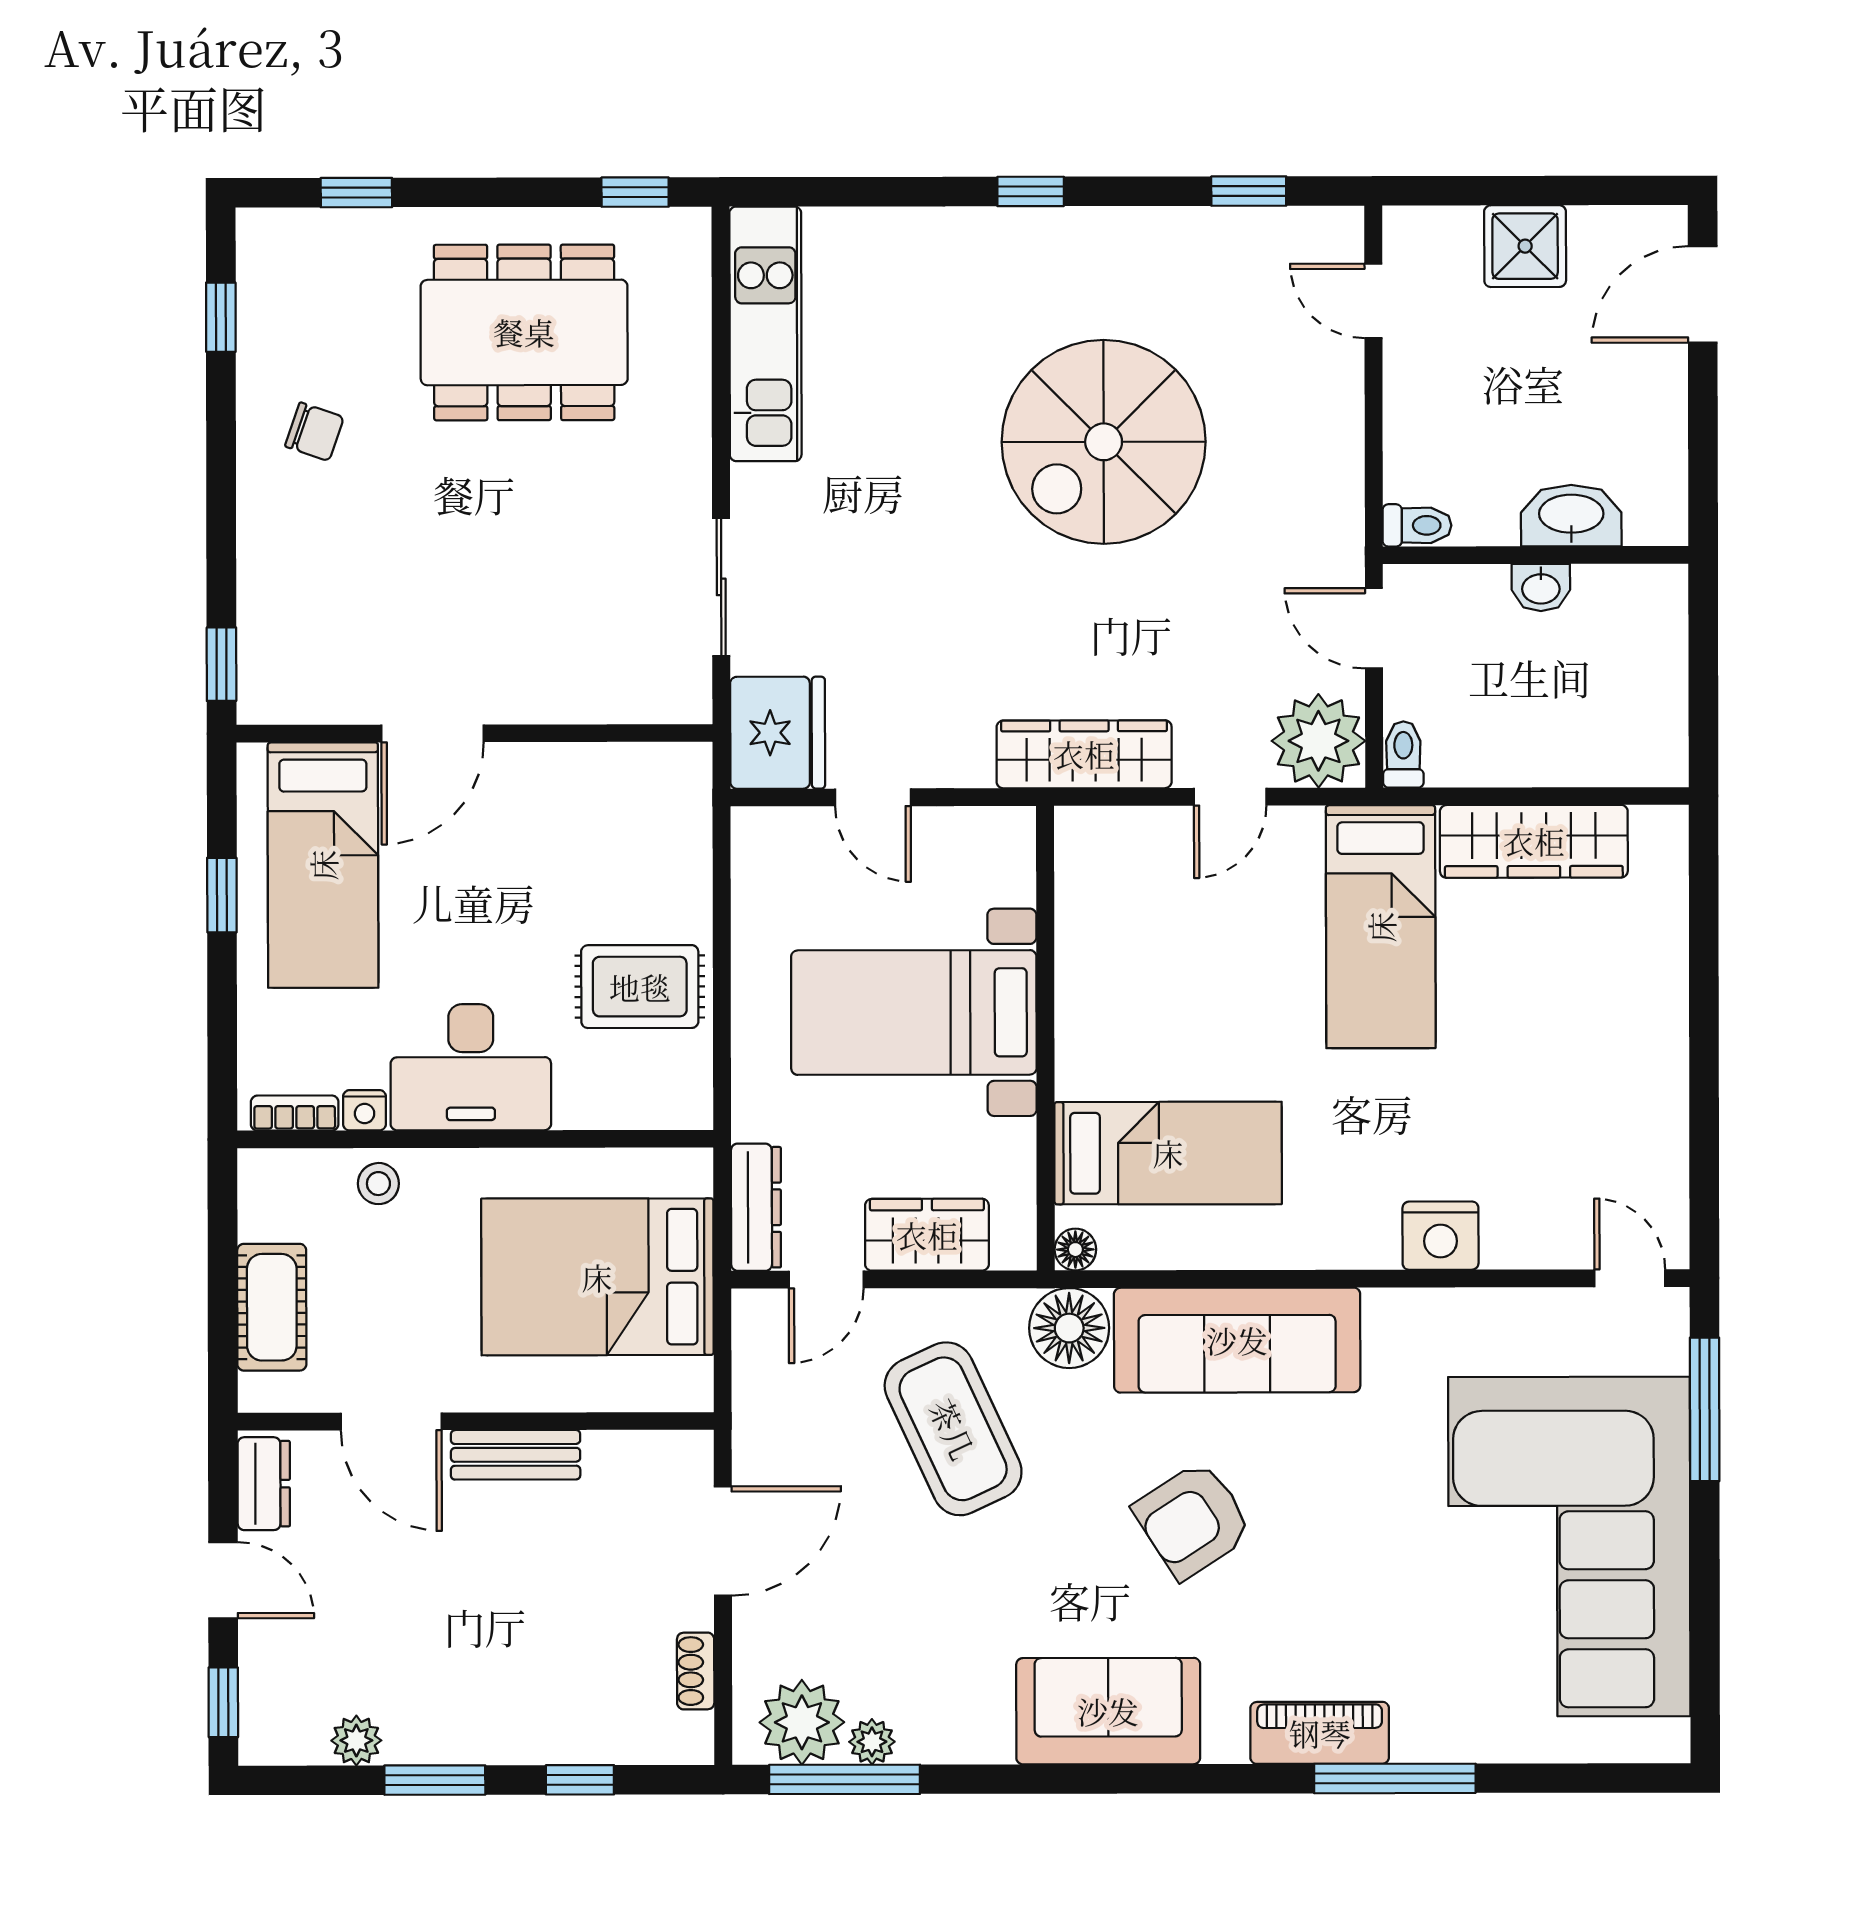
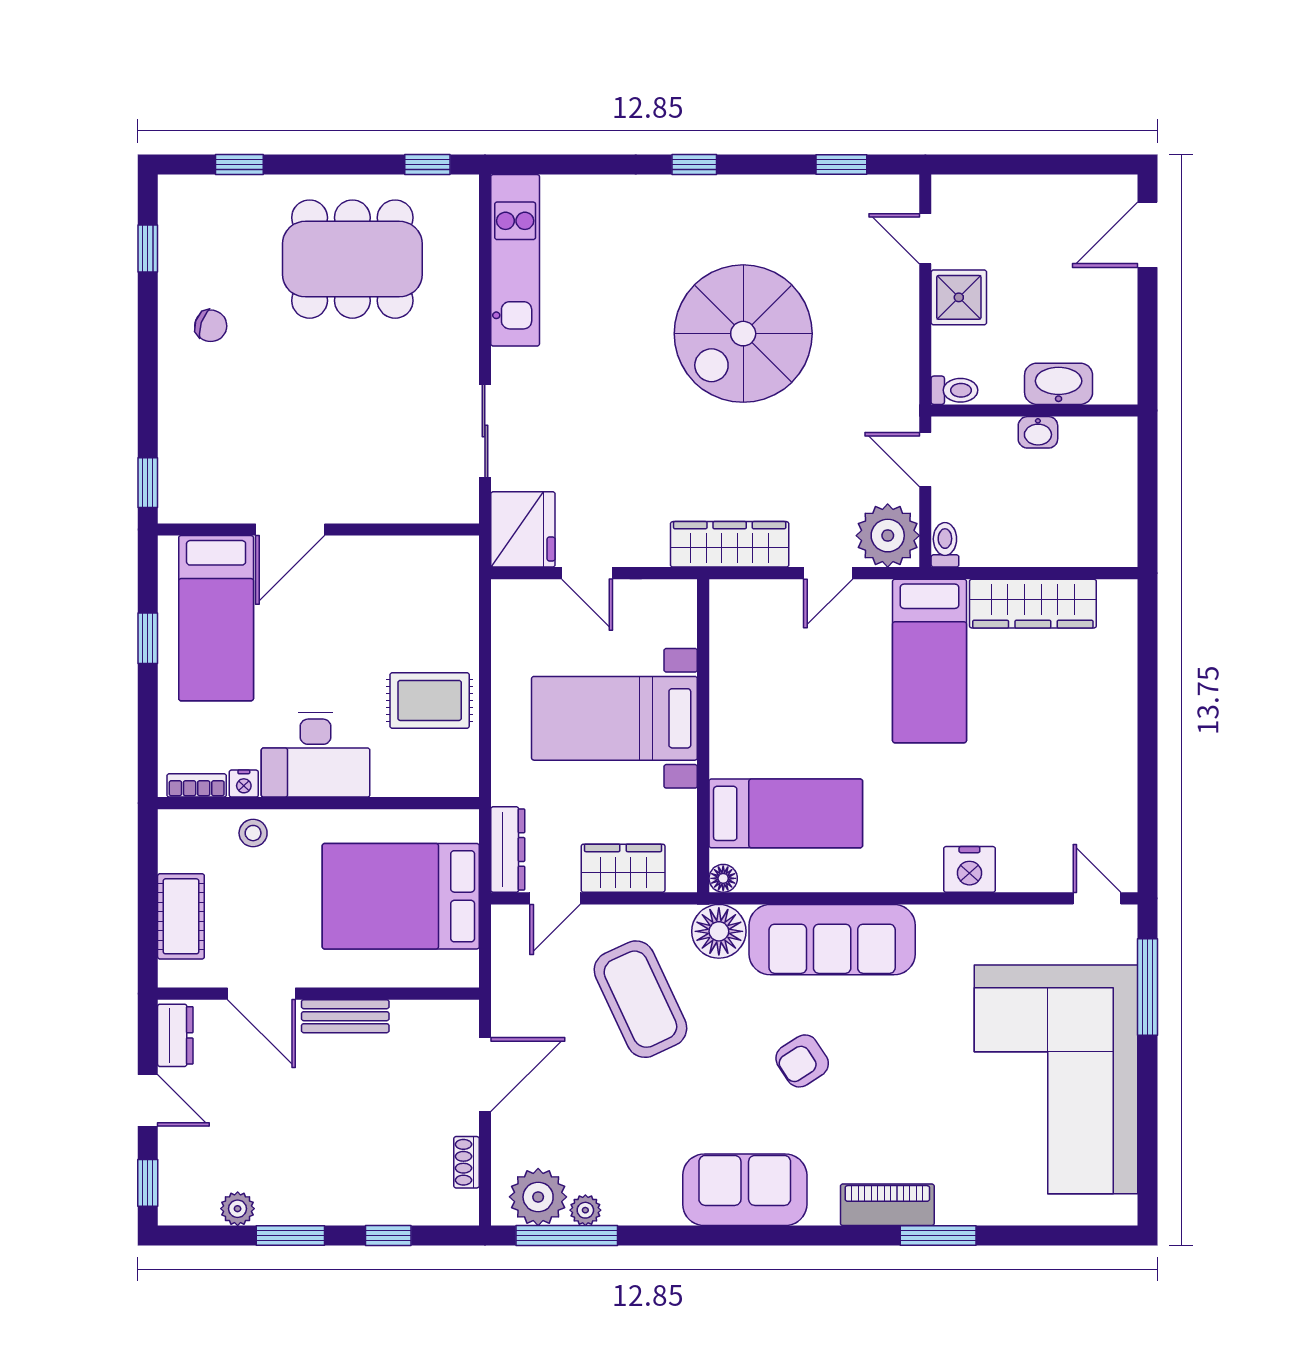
shower: (1525, 246) -> (959, 297), moved
armchair: (1193, 1520) -> (802, 1061), width x0.72, depth x0.72
window: (1395, 1778) -> (938, 1236), width x0.69

